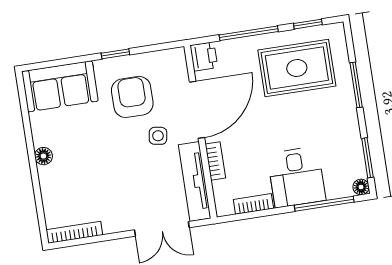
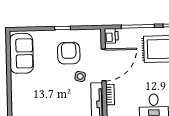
sofa: (60, 86) -> (21, 53), moved, turned -90
floor lamp: (43, 156) -> (15, 79), removed

